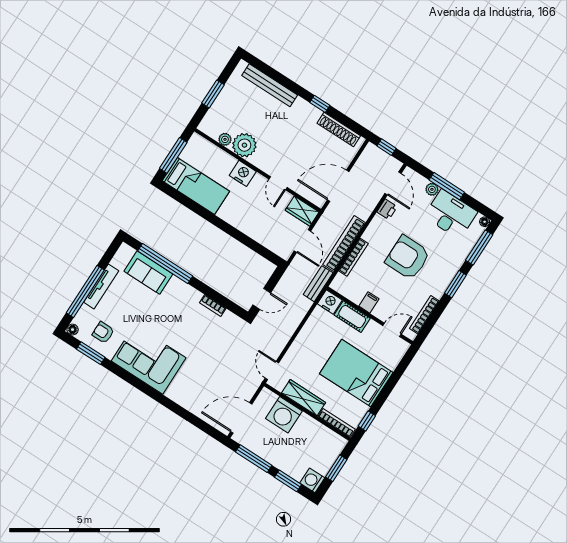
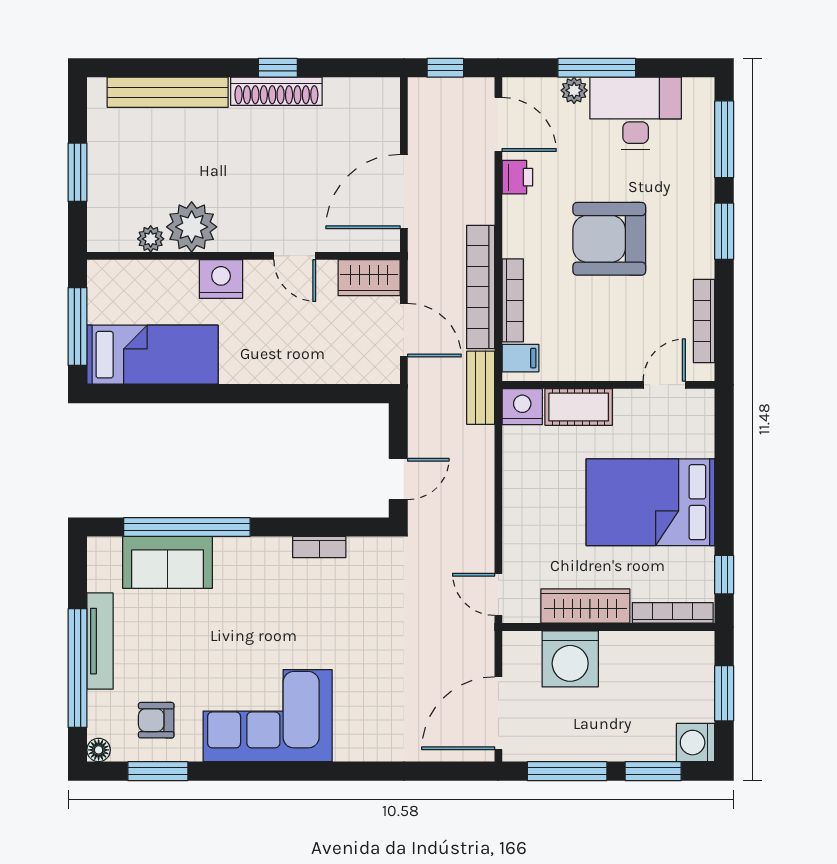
shoe rack: (339, 130) -> (276, 91), moved
floor lamp: (485, 222) -> (704, 88), removed
filing cabinet: (369, 302) -> (520, 358), moved, turned 90

